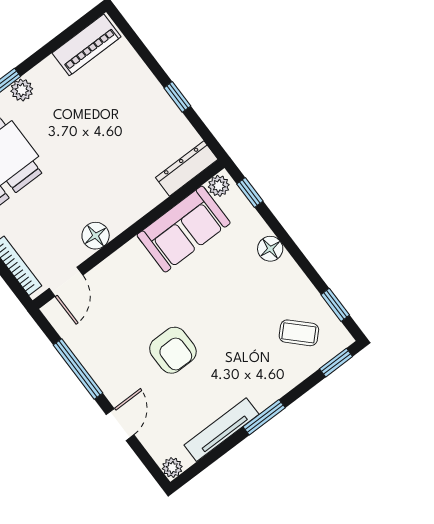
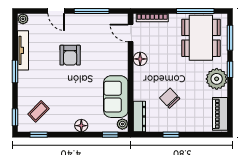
plant: (22, 90) -> (217, 79), width x1.88, depth x1.88
chair: (122, 142) -> (170, 98), added
armchair: (173, 350) -> (70, 55), turned -90

